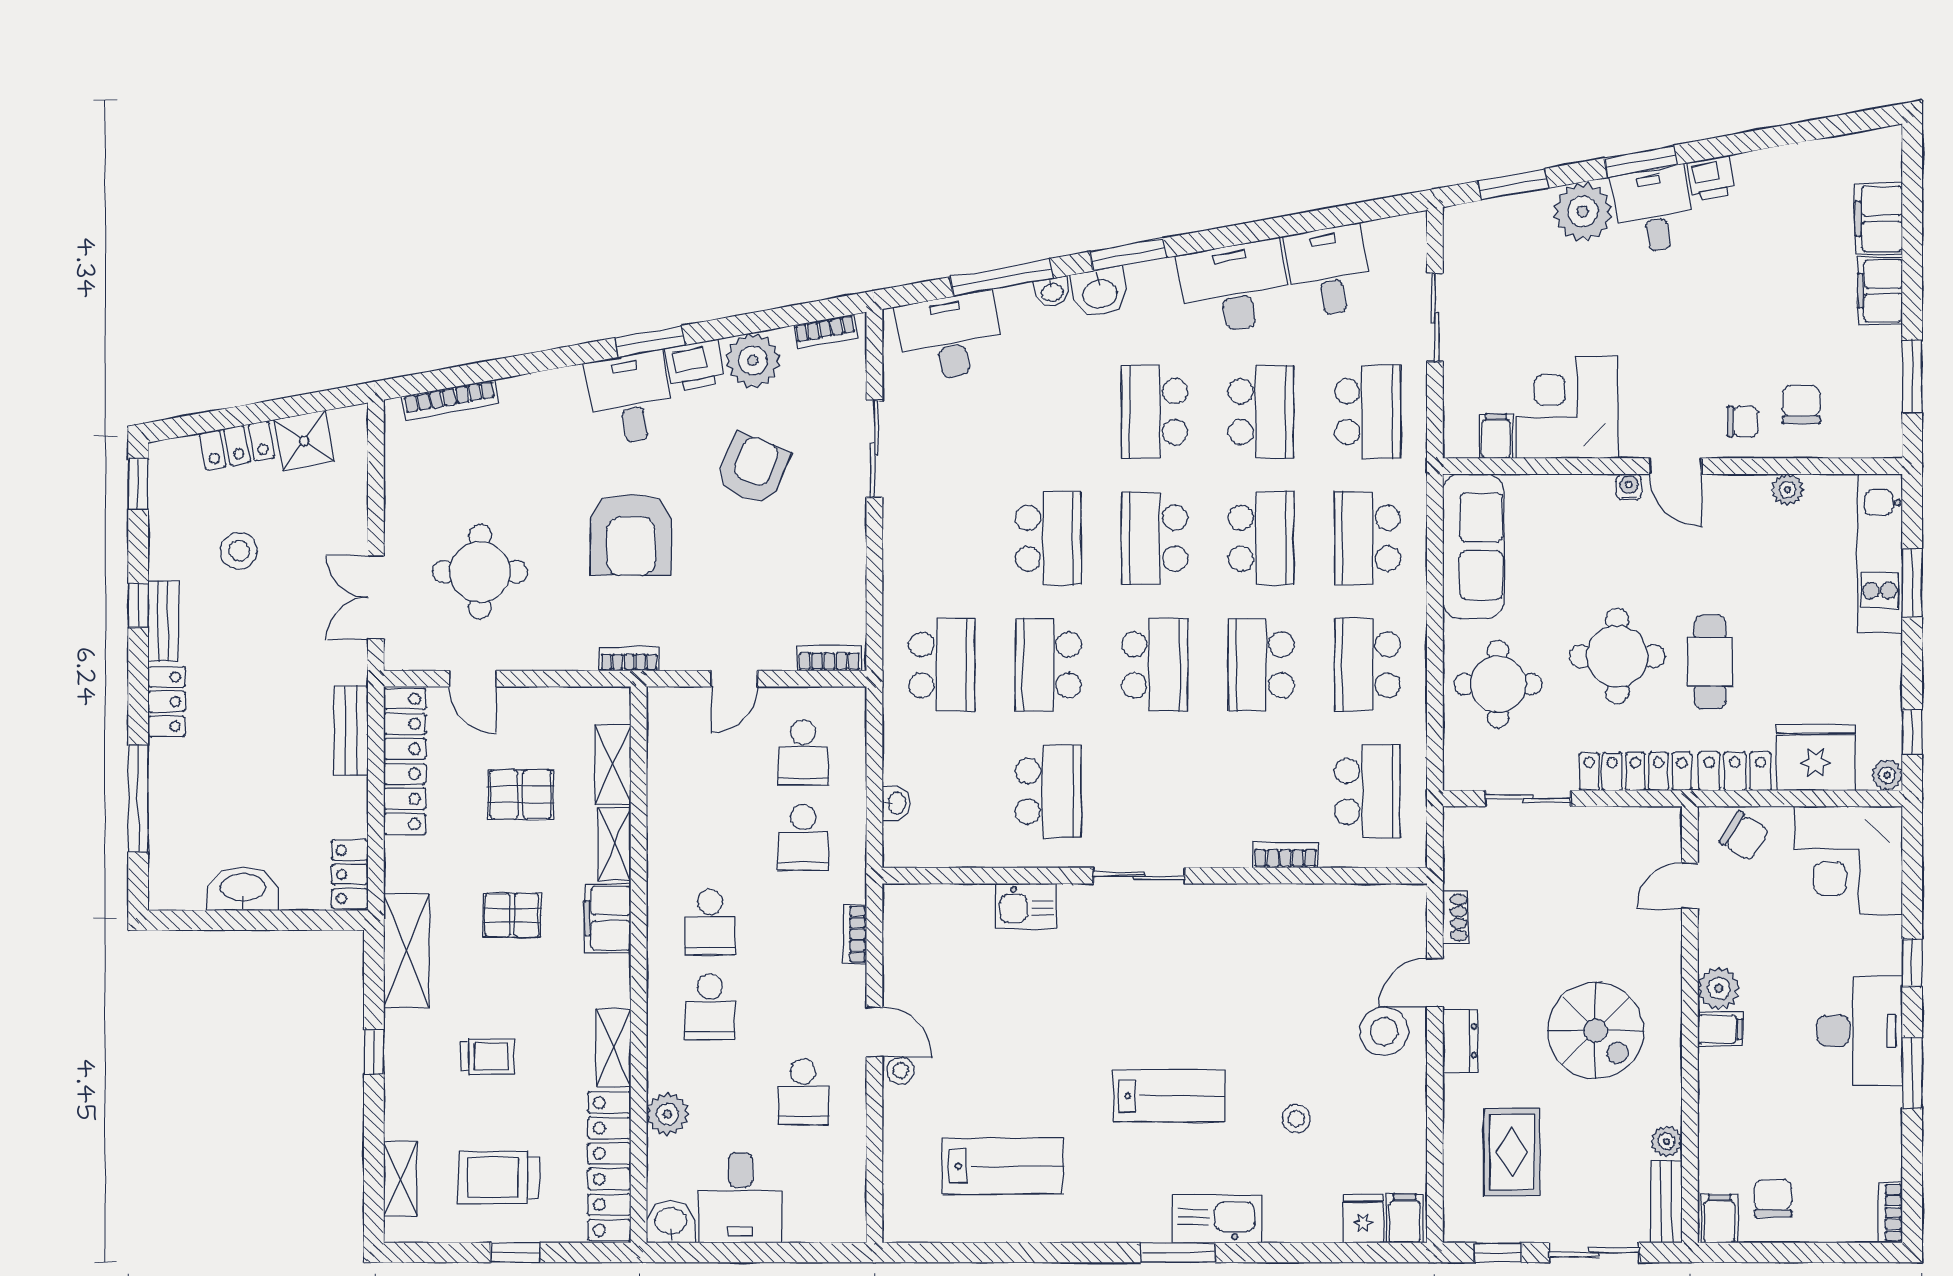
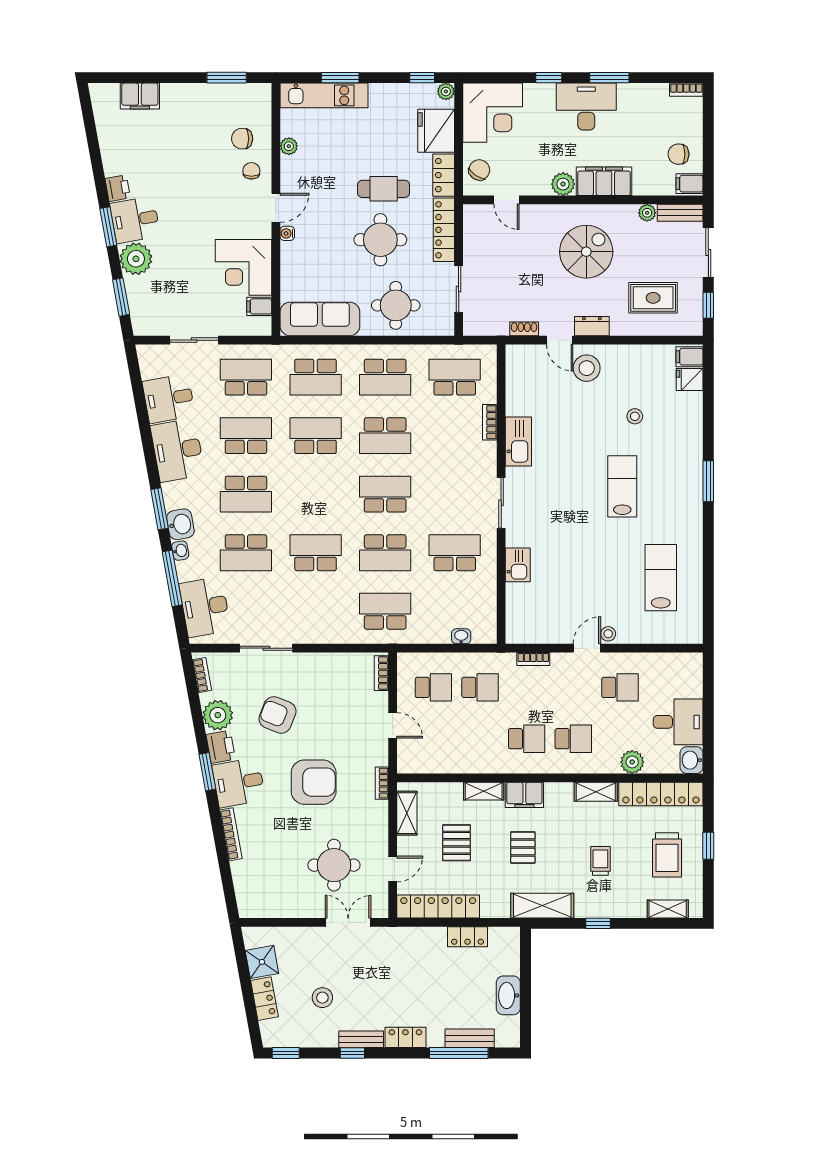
filing cabinet: (1880, 291) -> (180, 95), removed
bookcase: (450, 400) -> (231, 834), moved
school desk: (1155, 538) -> (246, 553), moved
double door: (376, 597) -> (348, 922), swing flipped
bench: (351, 731) -> (470, 1038), moved
shelving: (613, 764) -> (407, 813), moved, turned 90
locker: (350, 874) -> (468, 937), moved
filing cabinet: (1720, 1029) -> (604, 181), width x3.00, depth x1.17
kitchen sink: (1217, 1219) -> (518, 442), moved, turned 180

